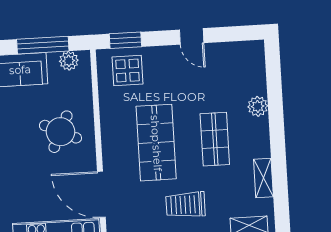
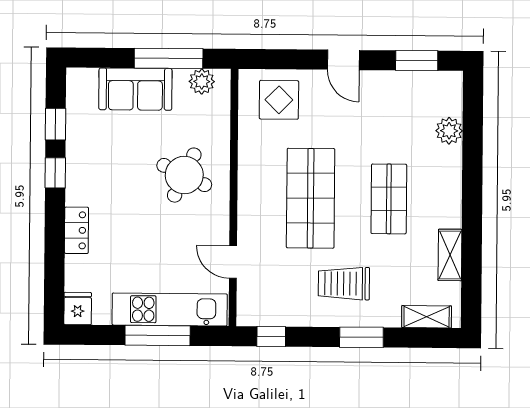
door: (192, 36) -> (343, 60), moved
window: (125, 40) -> (417, 61), moved
plant: (258, 106) -> (449, 131), moved
door: (101, 194) -> (233, 262), width x0.53

